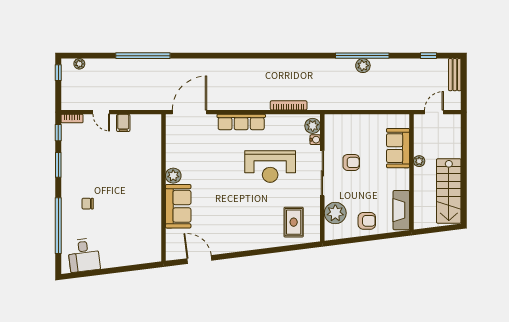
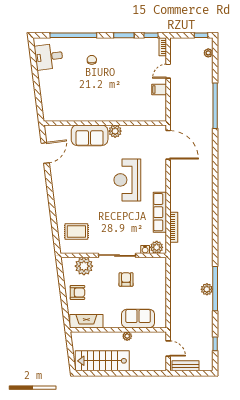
bench: (455, 75) -> (185, 366), moved
row of seats: (241, 122) -> (160, 212), moved
armchair: (351, 162) -> (126, 279), turned 180
reception desk: (270, 167) -> (127, 180), moved
armchair: (367, 221) -> (77, 292), turned -90

